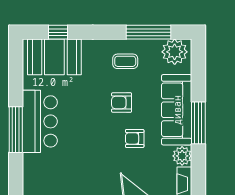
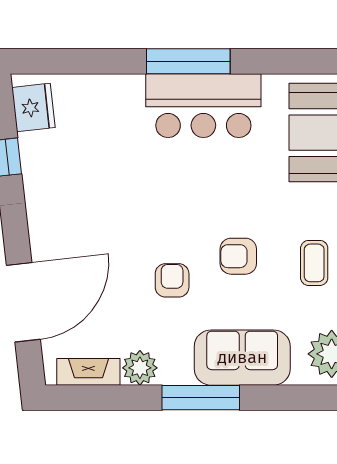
armchair: (122, 103) -> (238, 256), turned -90
sofa: (177, 110) -> (242, 358), width x0.73

